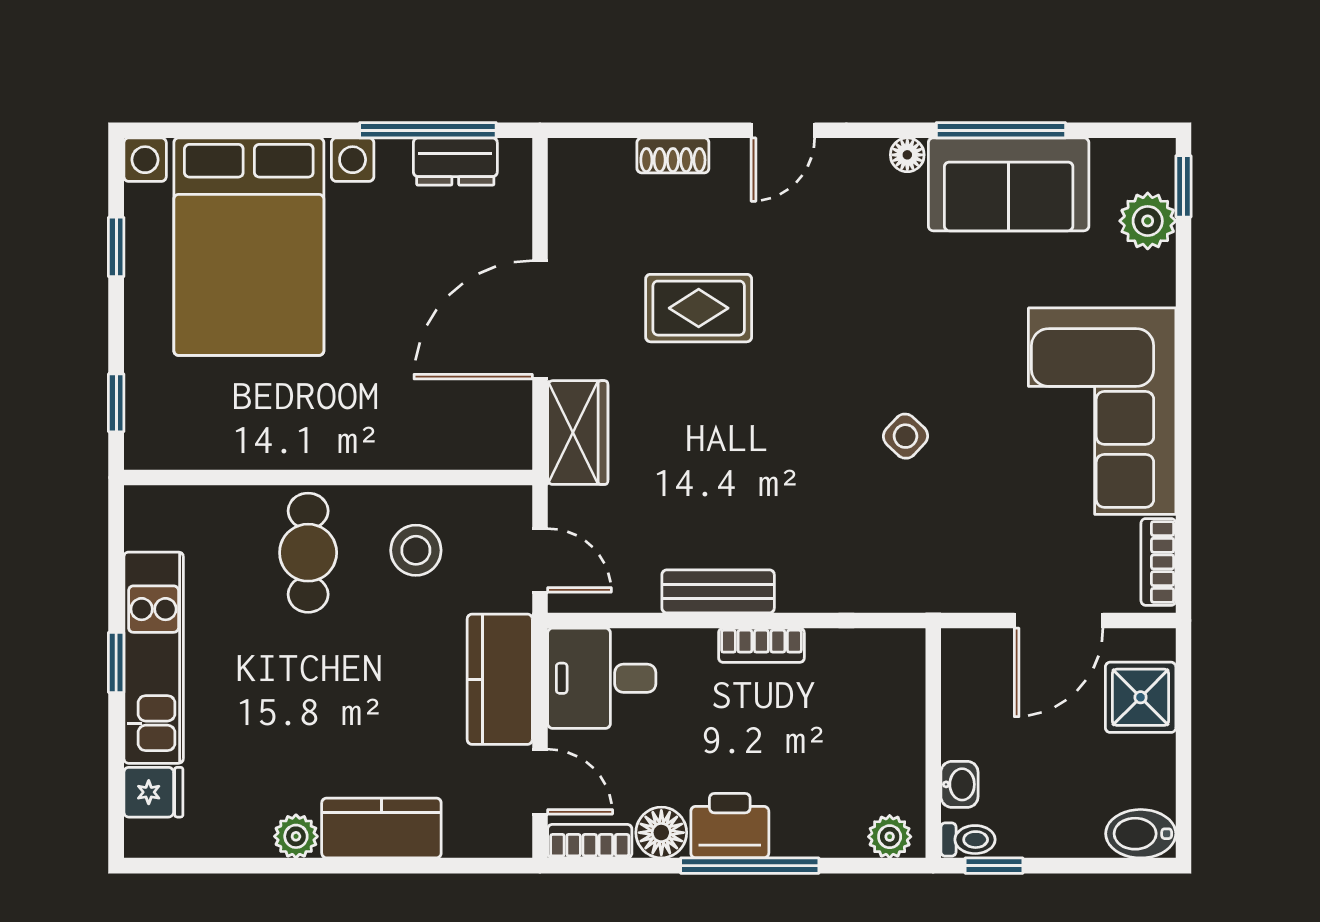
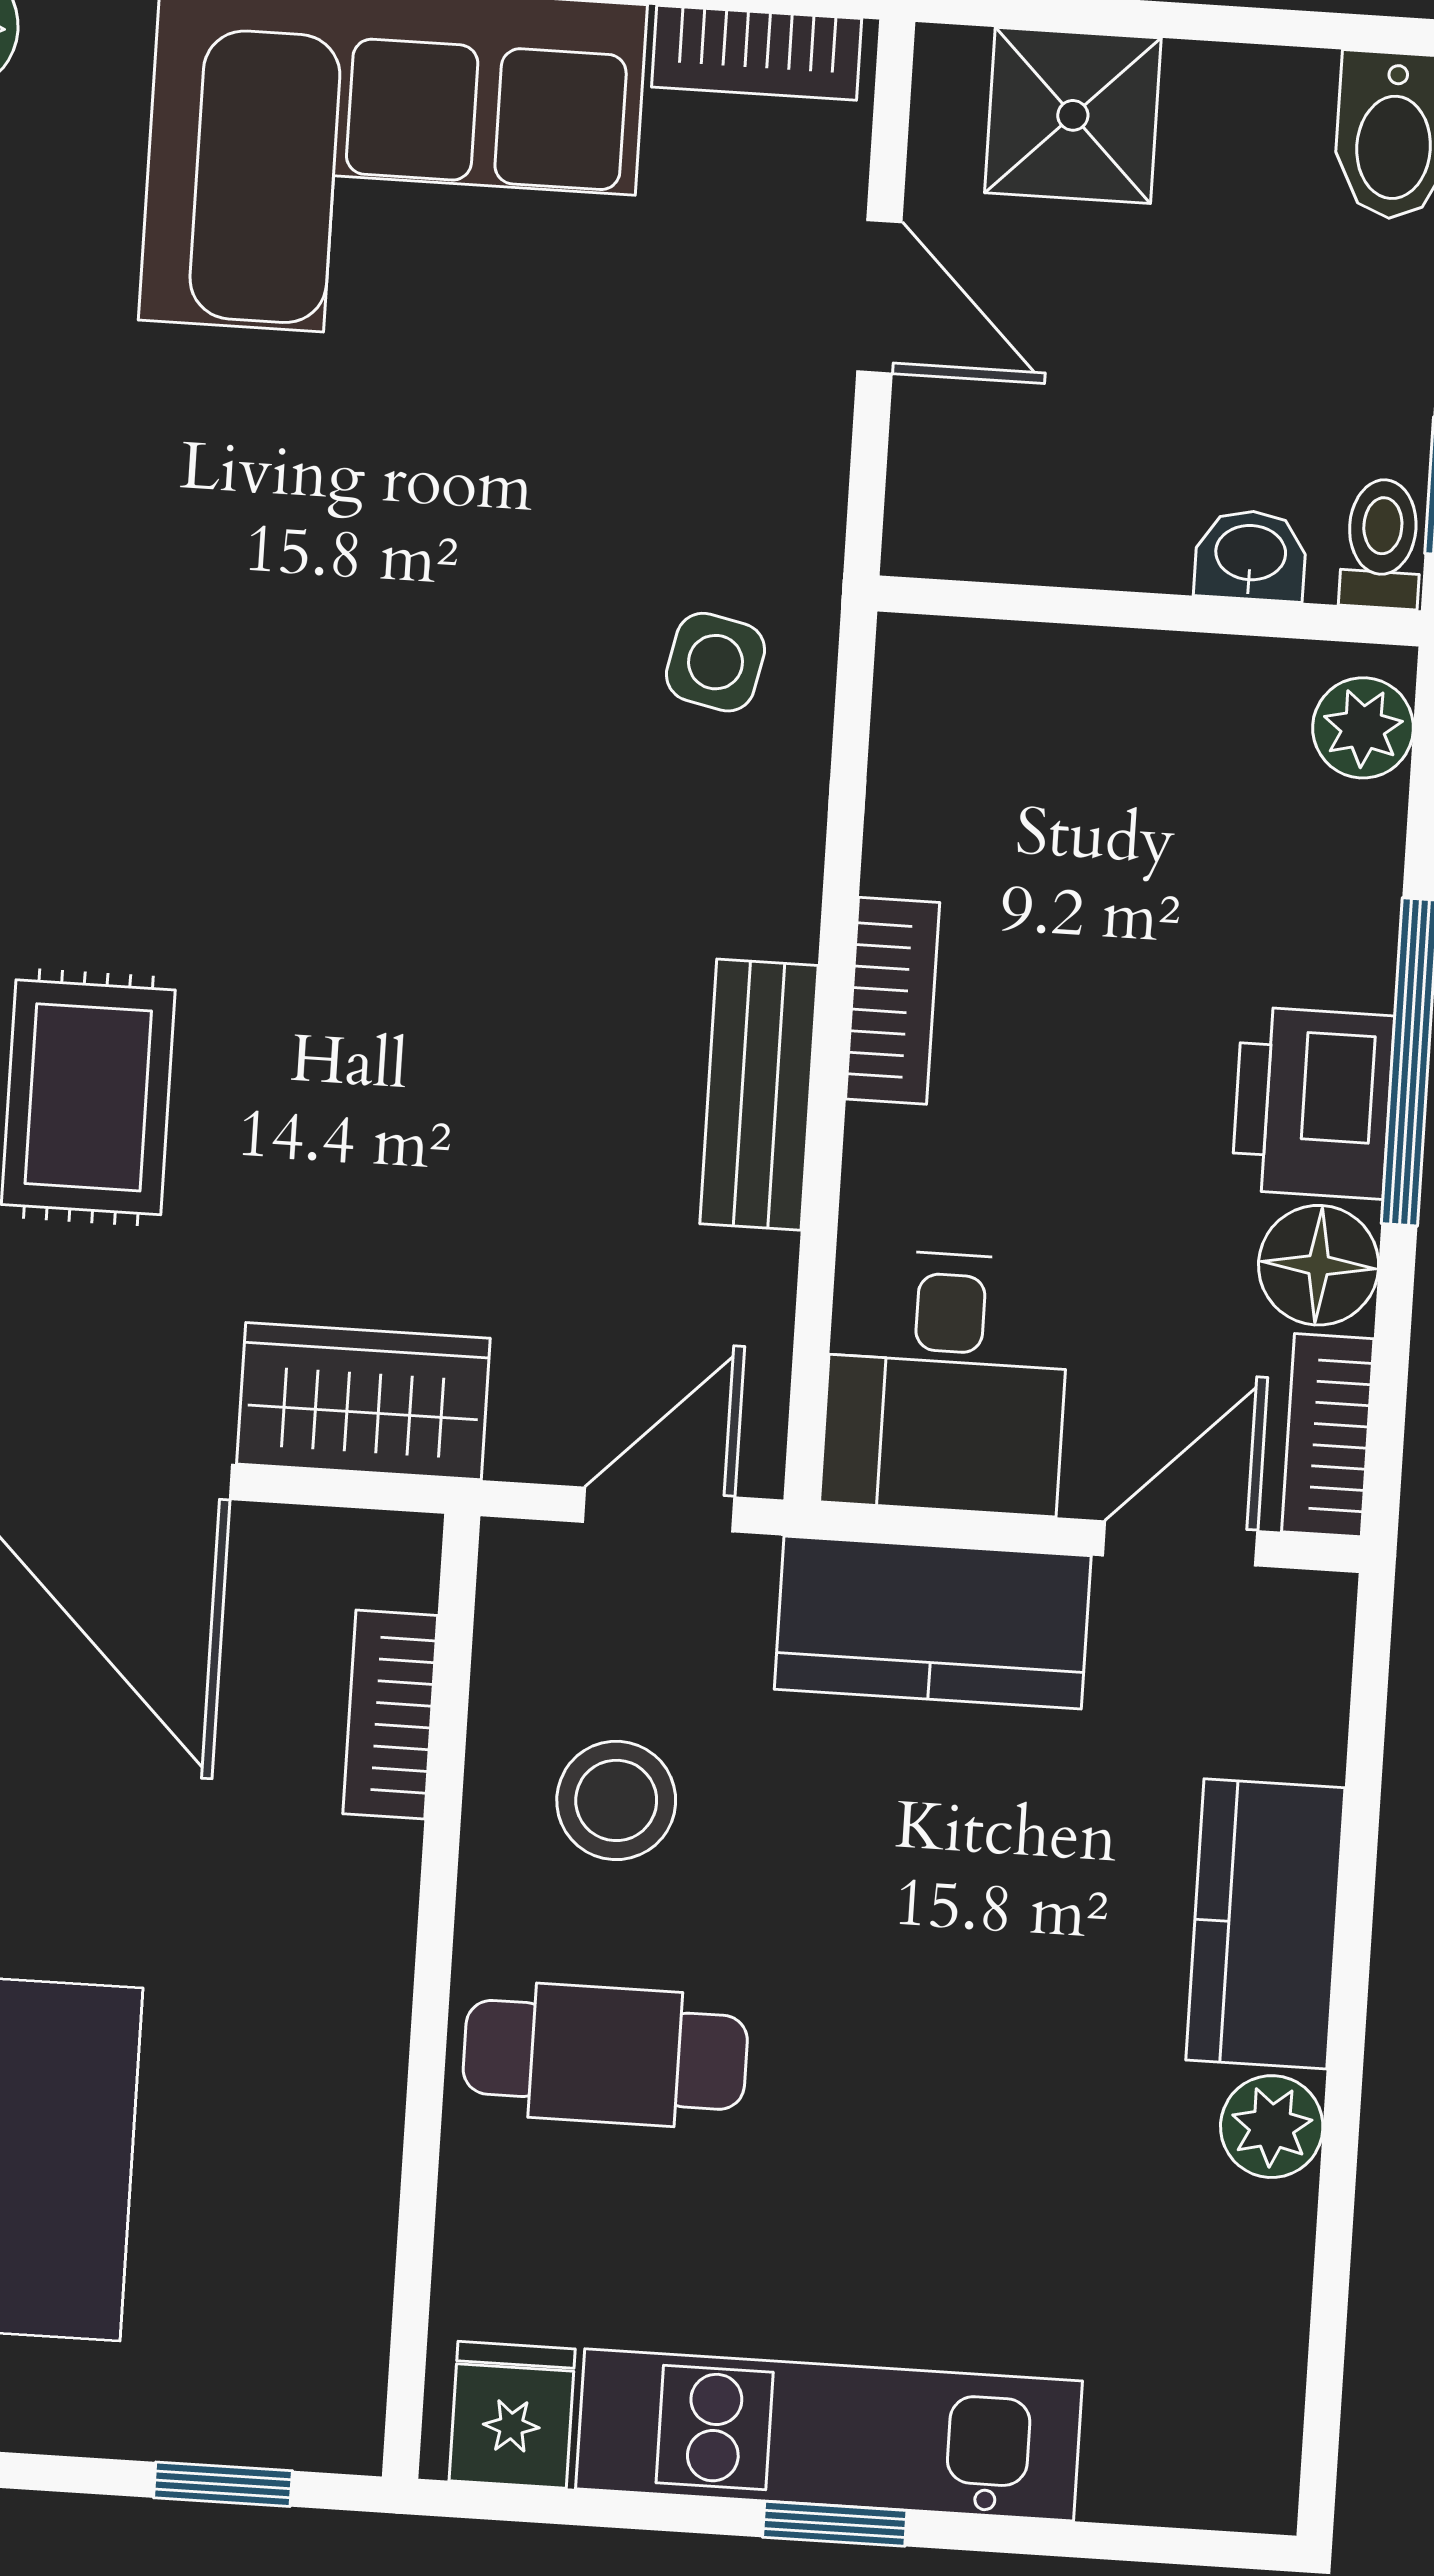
side table: (905, 436) -> (715, 662), moved, turned -31
bookcase: (446, 453) -> (390, 1715), added
door: (1059, 620) -> (879, 297), width x0.73
fridge: (153, 792) -> (512, 2415), moved

